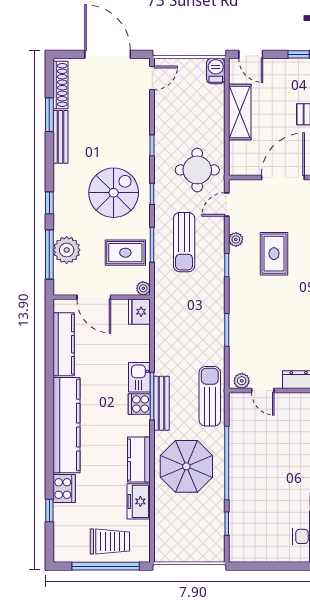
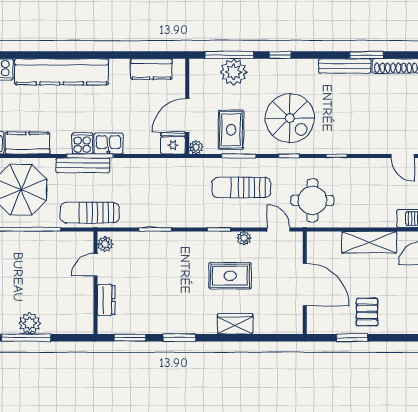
door: (94, 297) -> (187, 115), moved
kitchen counter: (64, 344) -> (151, 69), width x0.67
sun lounger: (210, 396) -> (90, 213), turned 180

